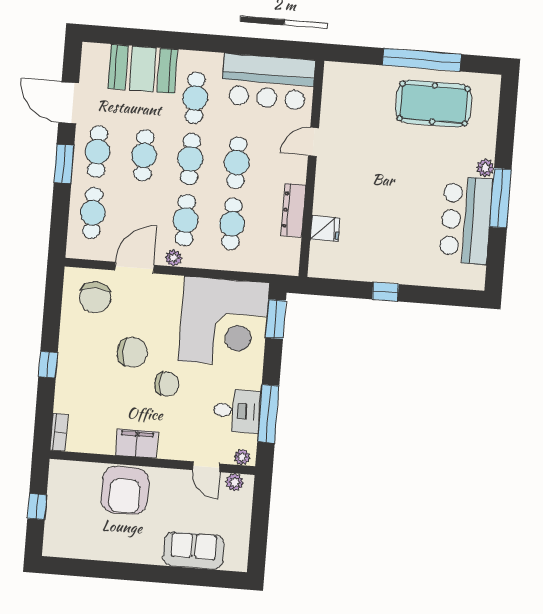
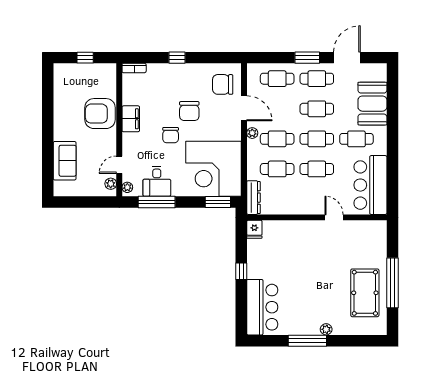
dresser: (293, 210) -> (253, 198), moved, turned 90
bar counter: (466, 220) -> (262, 307), moved, turned 90
fridge: (325, 229) -> (254, 229), moved

